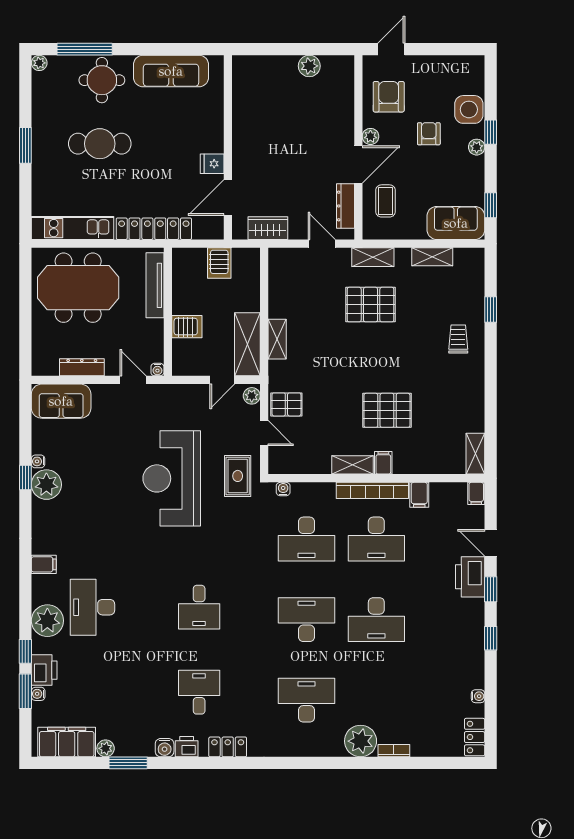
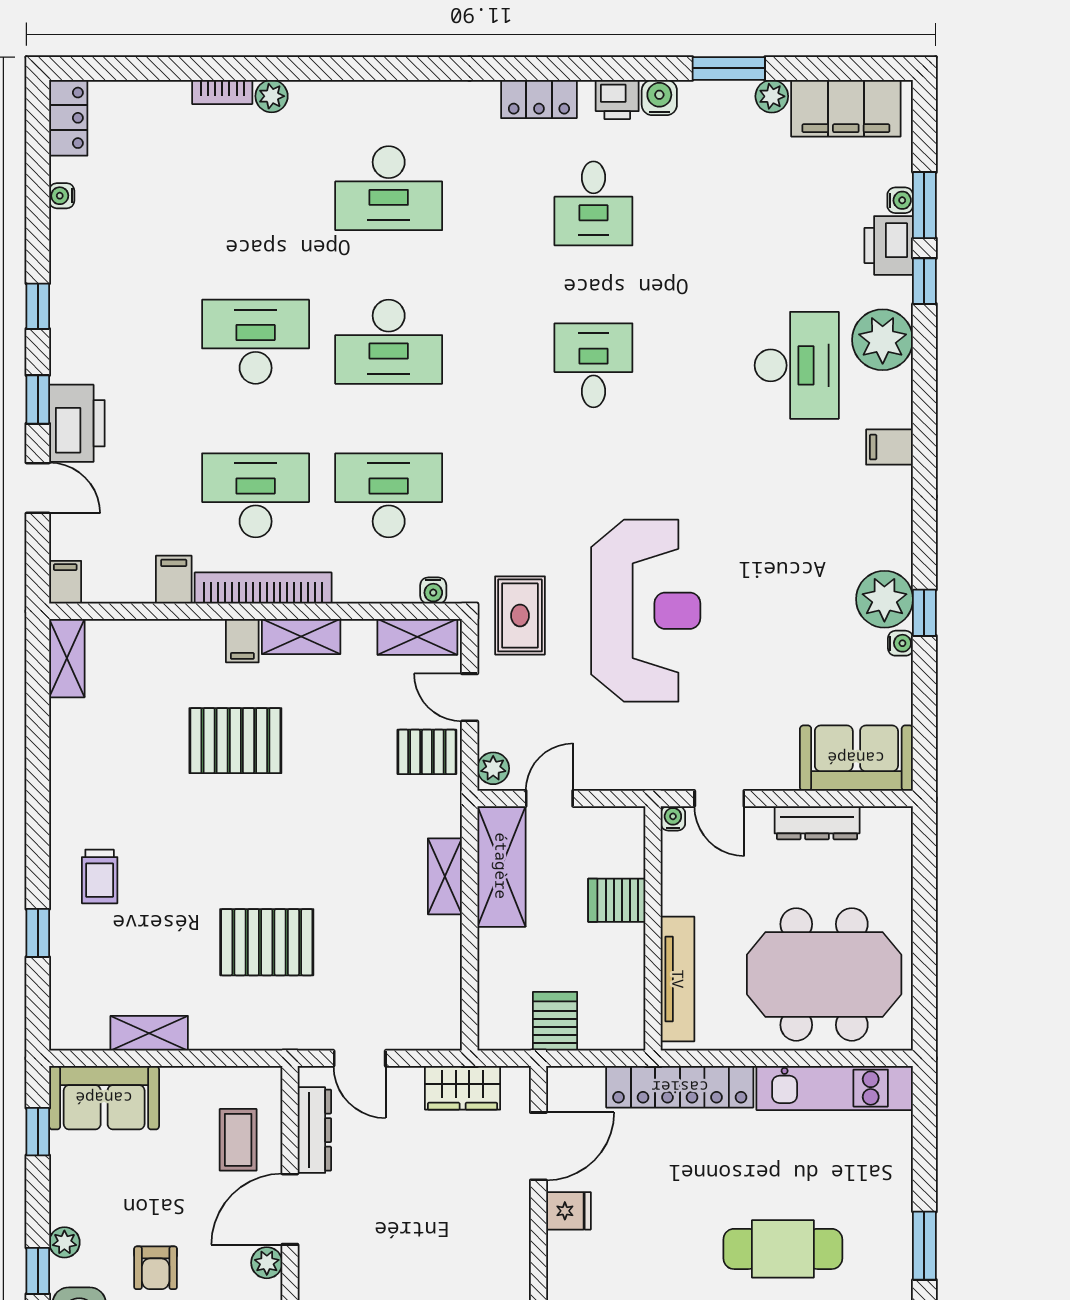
shelving: (373, 257) -> (417, 637), moved
plant: (361, 741) -> (272, 96), width x0.53, depth x0.53

